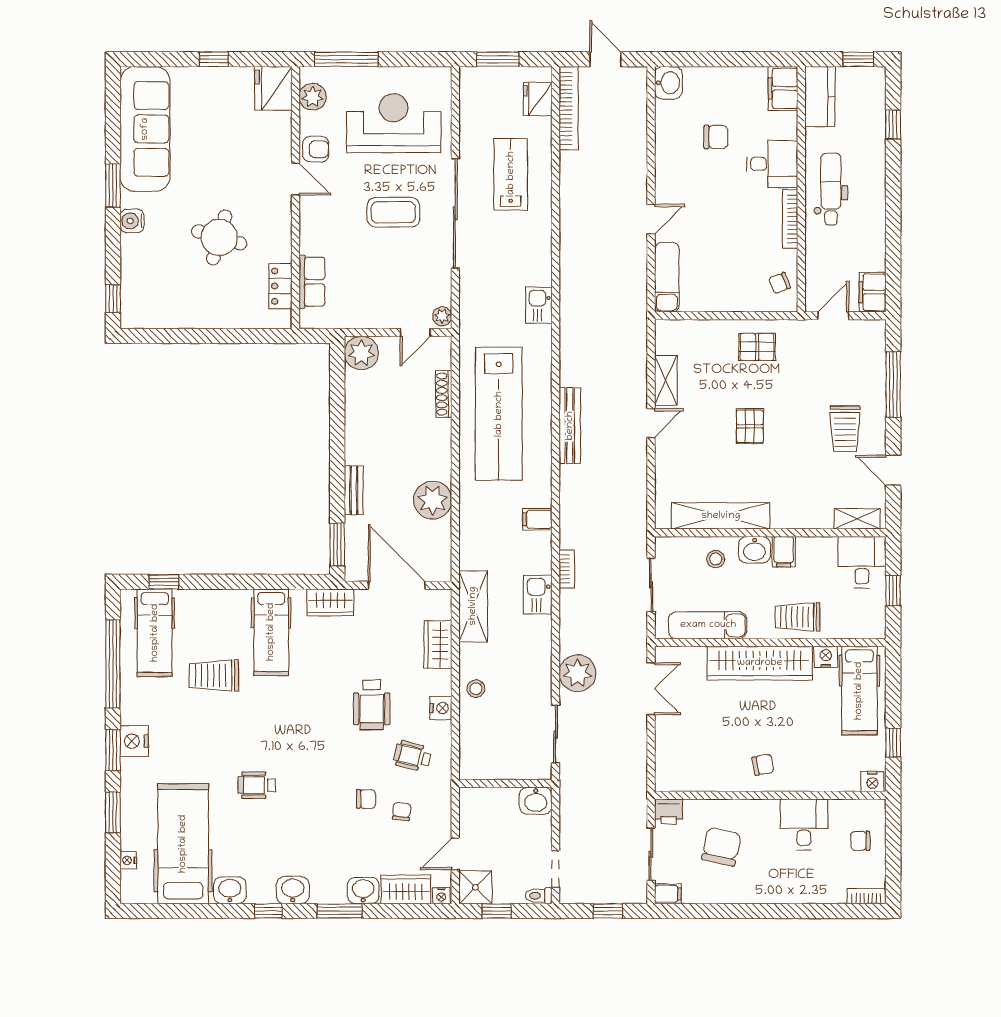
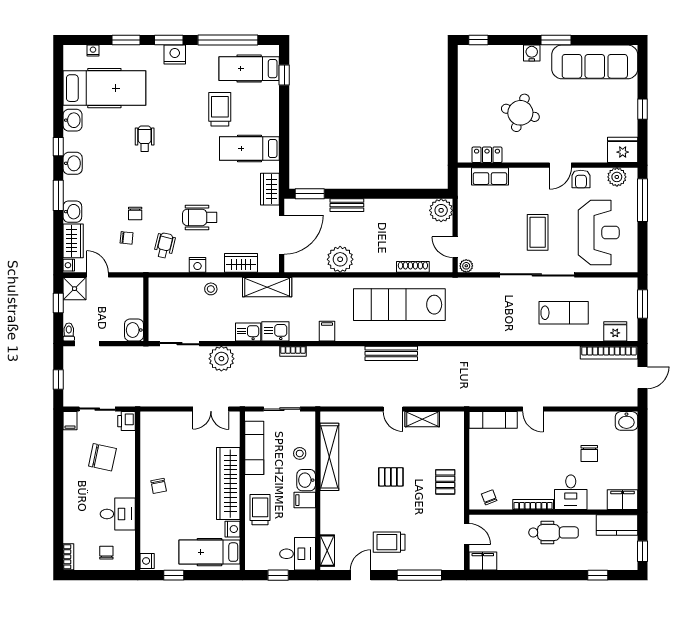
kitchen sink: (539, 305) -> (248, 332), moved

